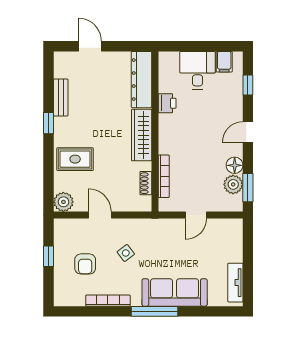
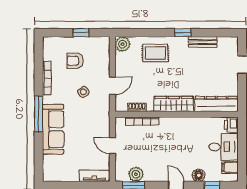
printer: (167, 103) -> (231, 125), moved, turned 90
rug: (75, 159) -> (155, 53), turned 90
floor lamp: (235, 165) -> (199, 175), moved
door: (100, 215) -> (112, 86), moved
tv unit: (235, 283) -> (94, 176), moved

